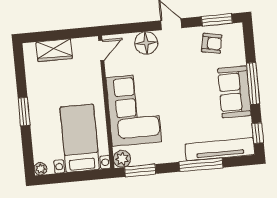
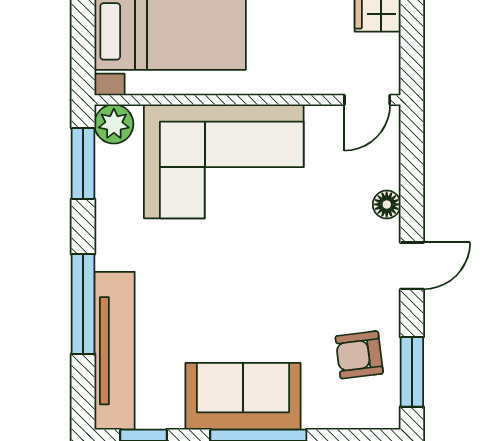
floor lamp: (146, 43) -> (387, 204), width x0.53, depth x0.53
armchair: (212, 43) -> (359, 355), turned 72
door: (101, 50) -> (367, 100), hinge flipped

